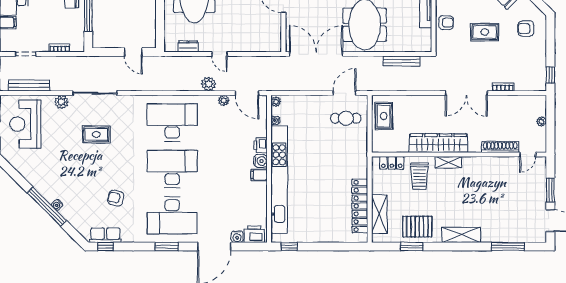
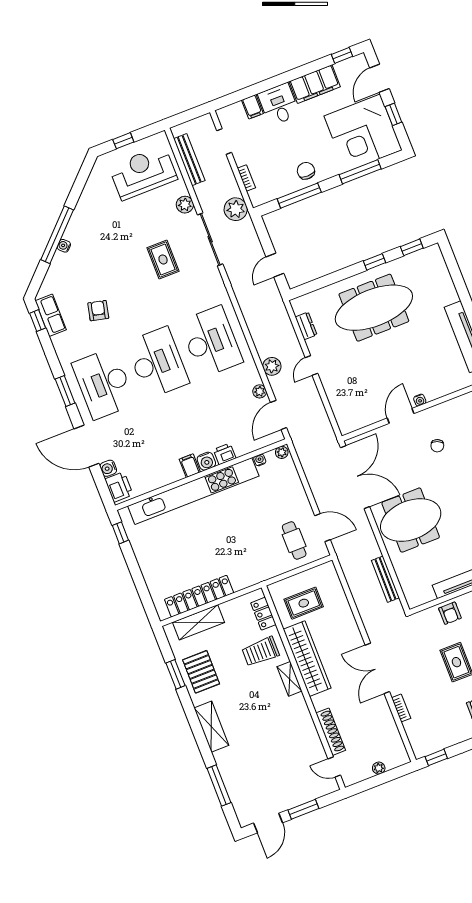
plant: (80, 65) -> (236, 209), added
rug: (384, 116) -> (304, 603), moved

